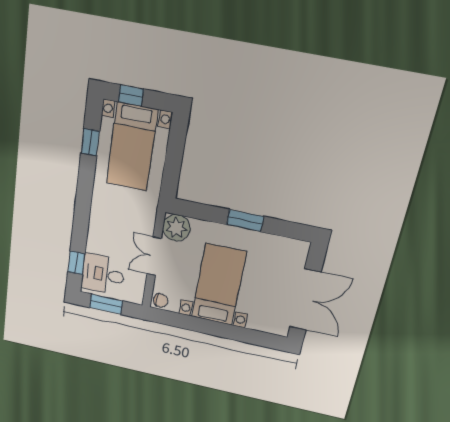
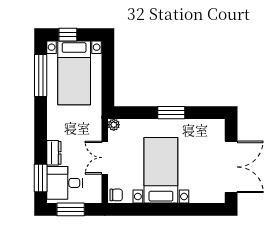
window: (90, 142) -> (41, 76), width x2.17
plant: (176, 228) -> (114, 125), width x0.53, depth x0.53
dresser: (95, 238) -> (54, 153), added
window: (76, 263) -> (41, 178), width x1.50

